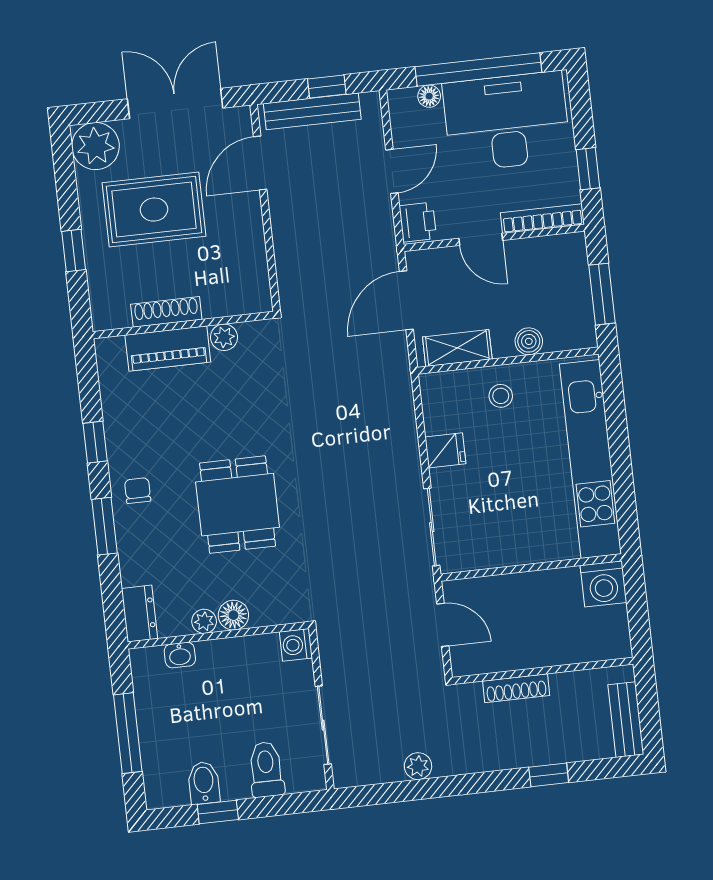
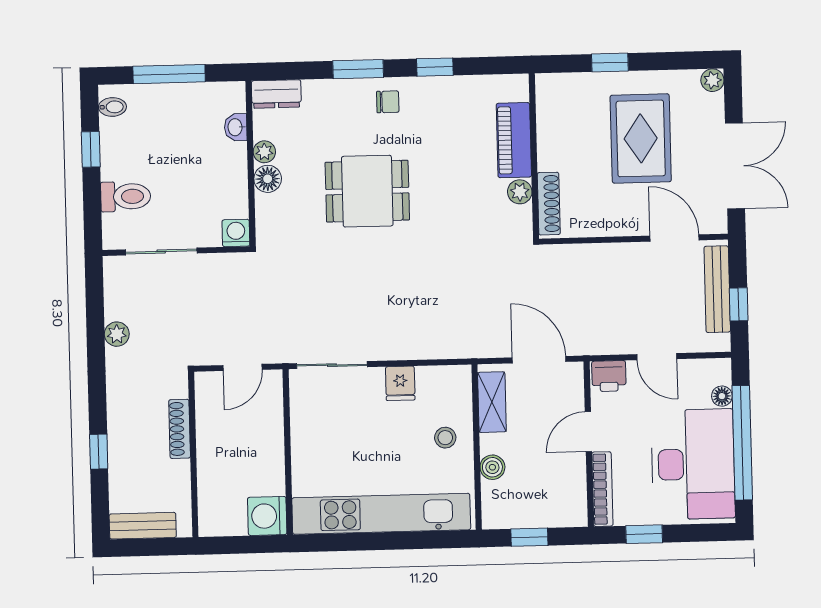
plant: (96, 146) -> (712, 80), width x0.53, depth x0.53
window: (602, 294) -> (529, 537), width x0.67
shoe rack: (166, 312) -> (549, 204), moved
bidet: (204, 783) -> (112, 107), moved, width x0.72, depth x0.74

